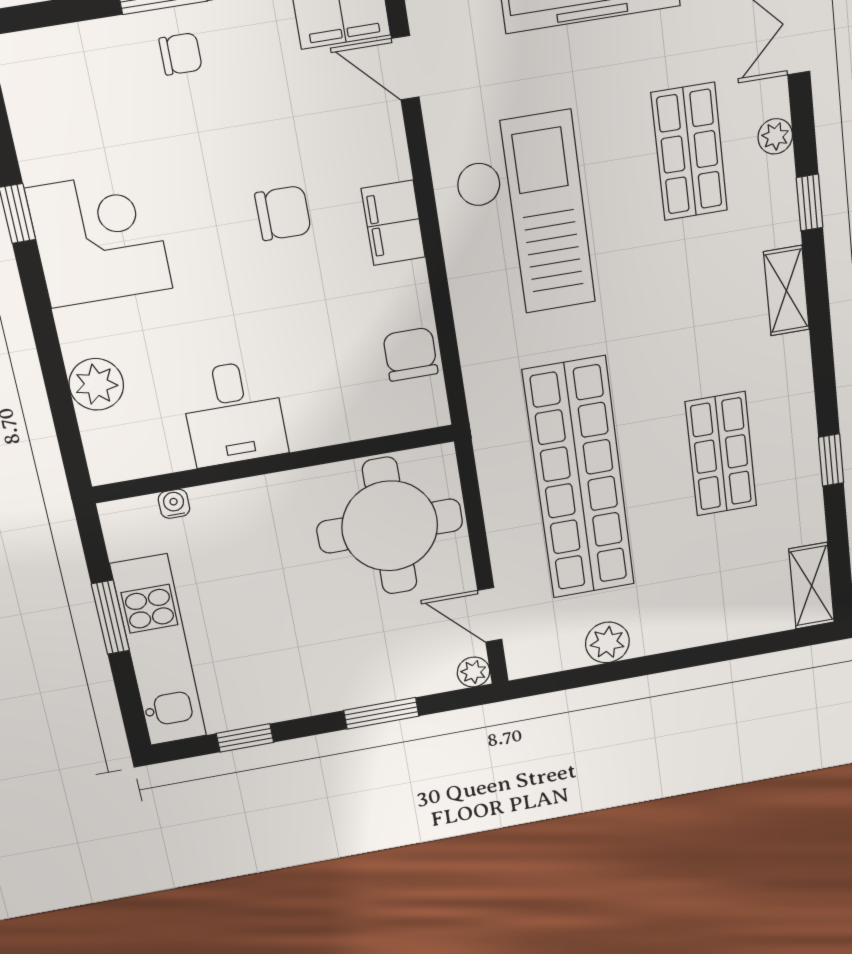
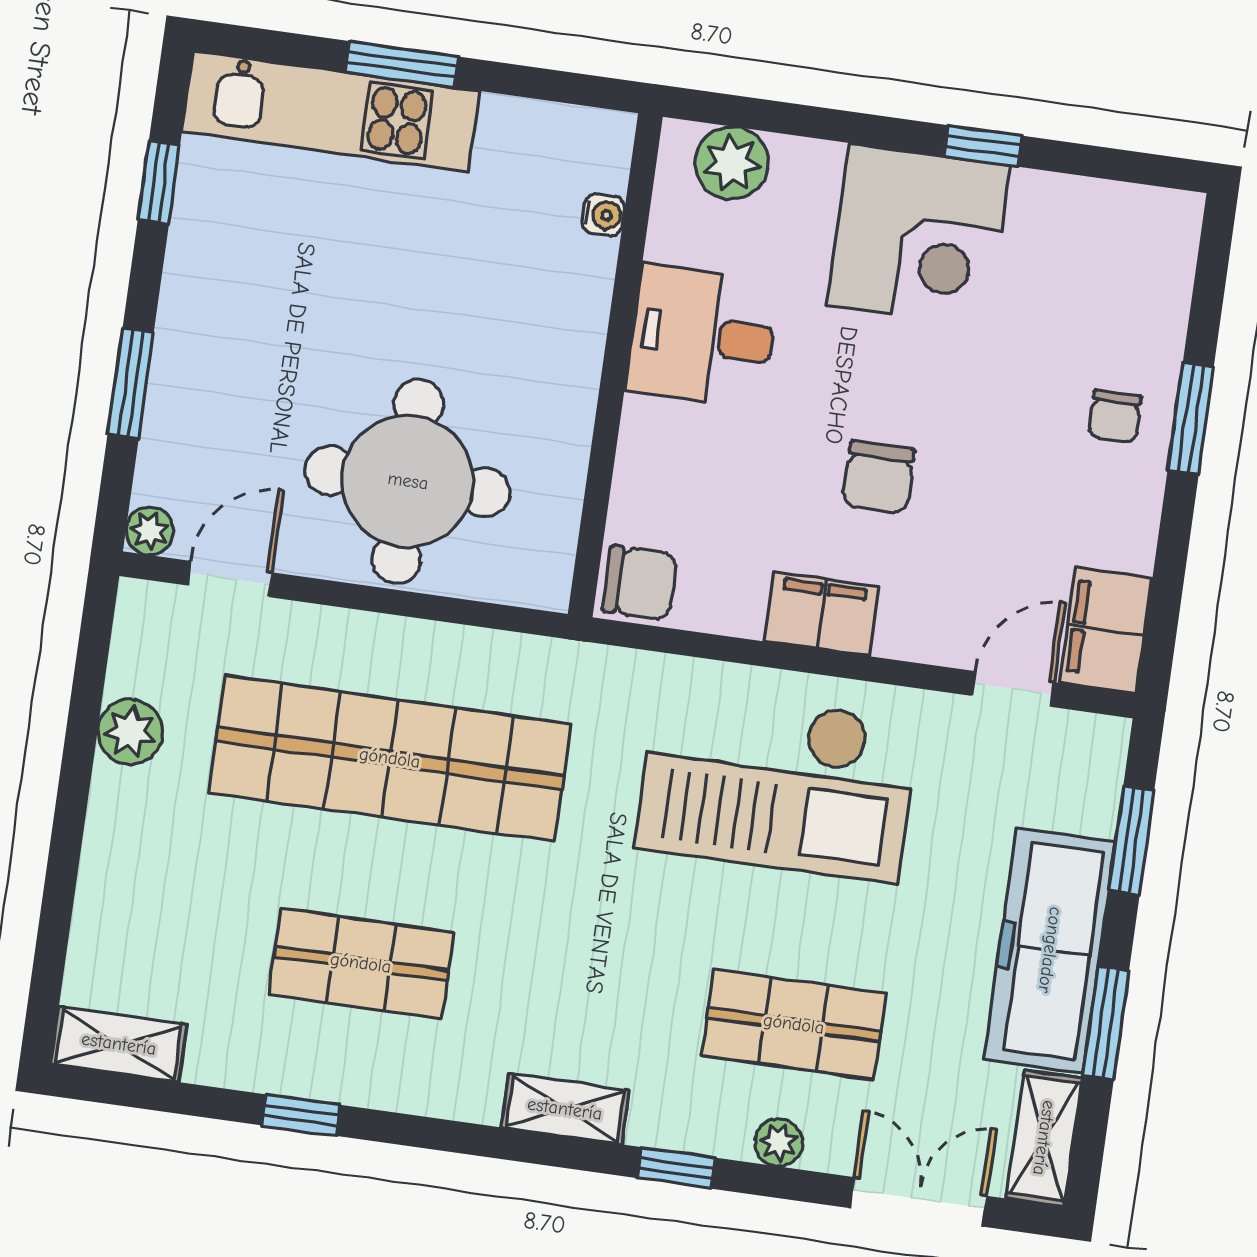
desk: (234, 413) -> (703, 336), moved
wall: (274, 464) -> (615, 365), moved
water cooler: (174, 504) -> (603, 215), moved

